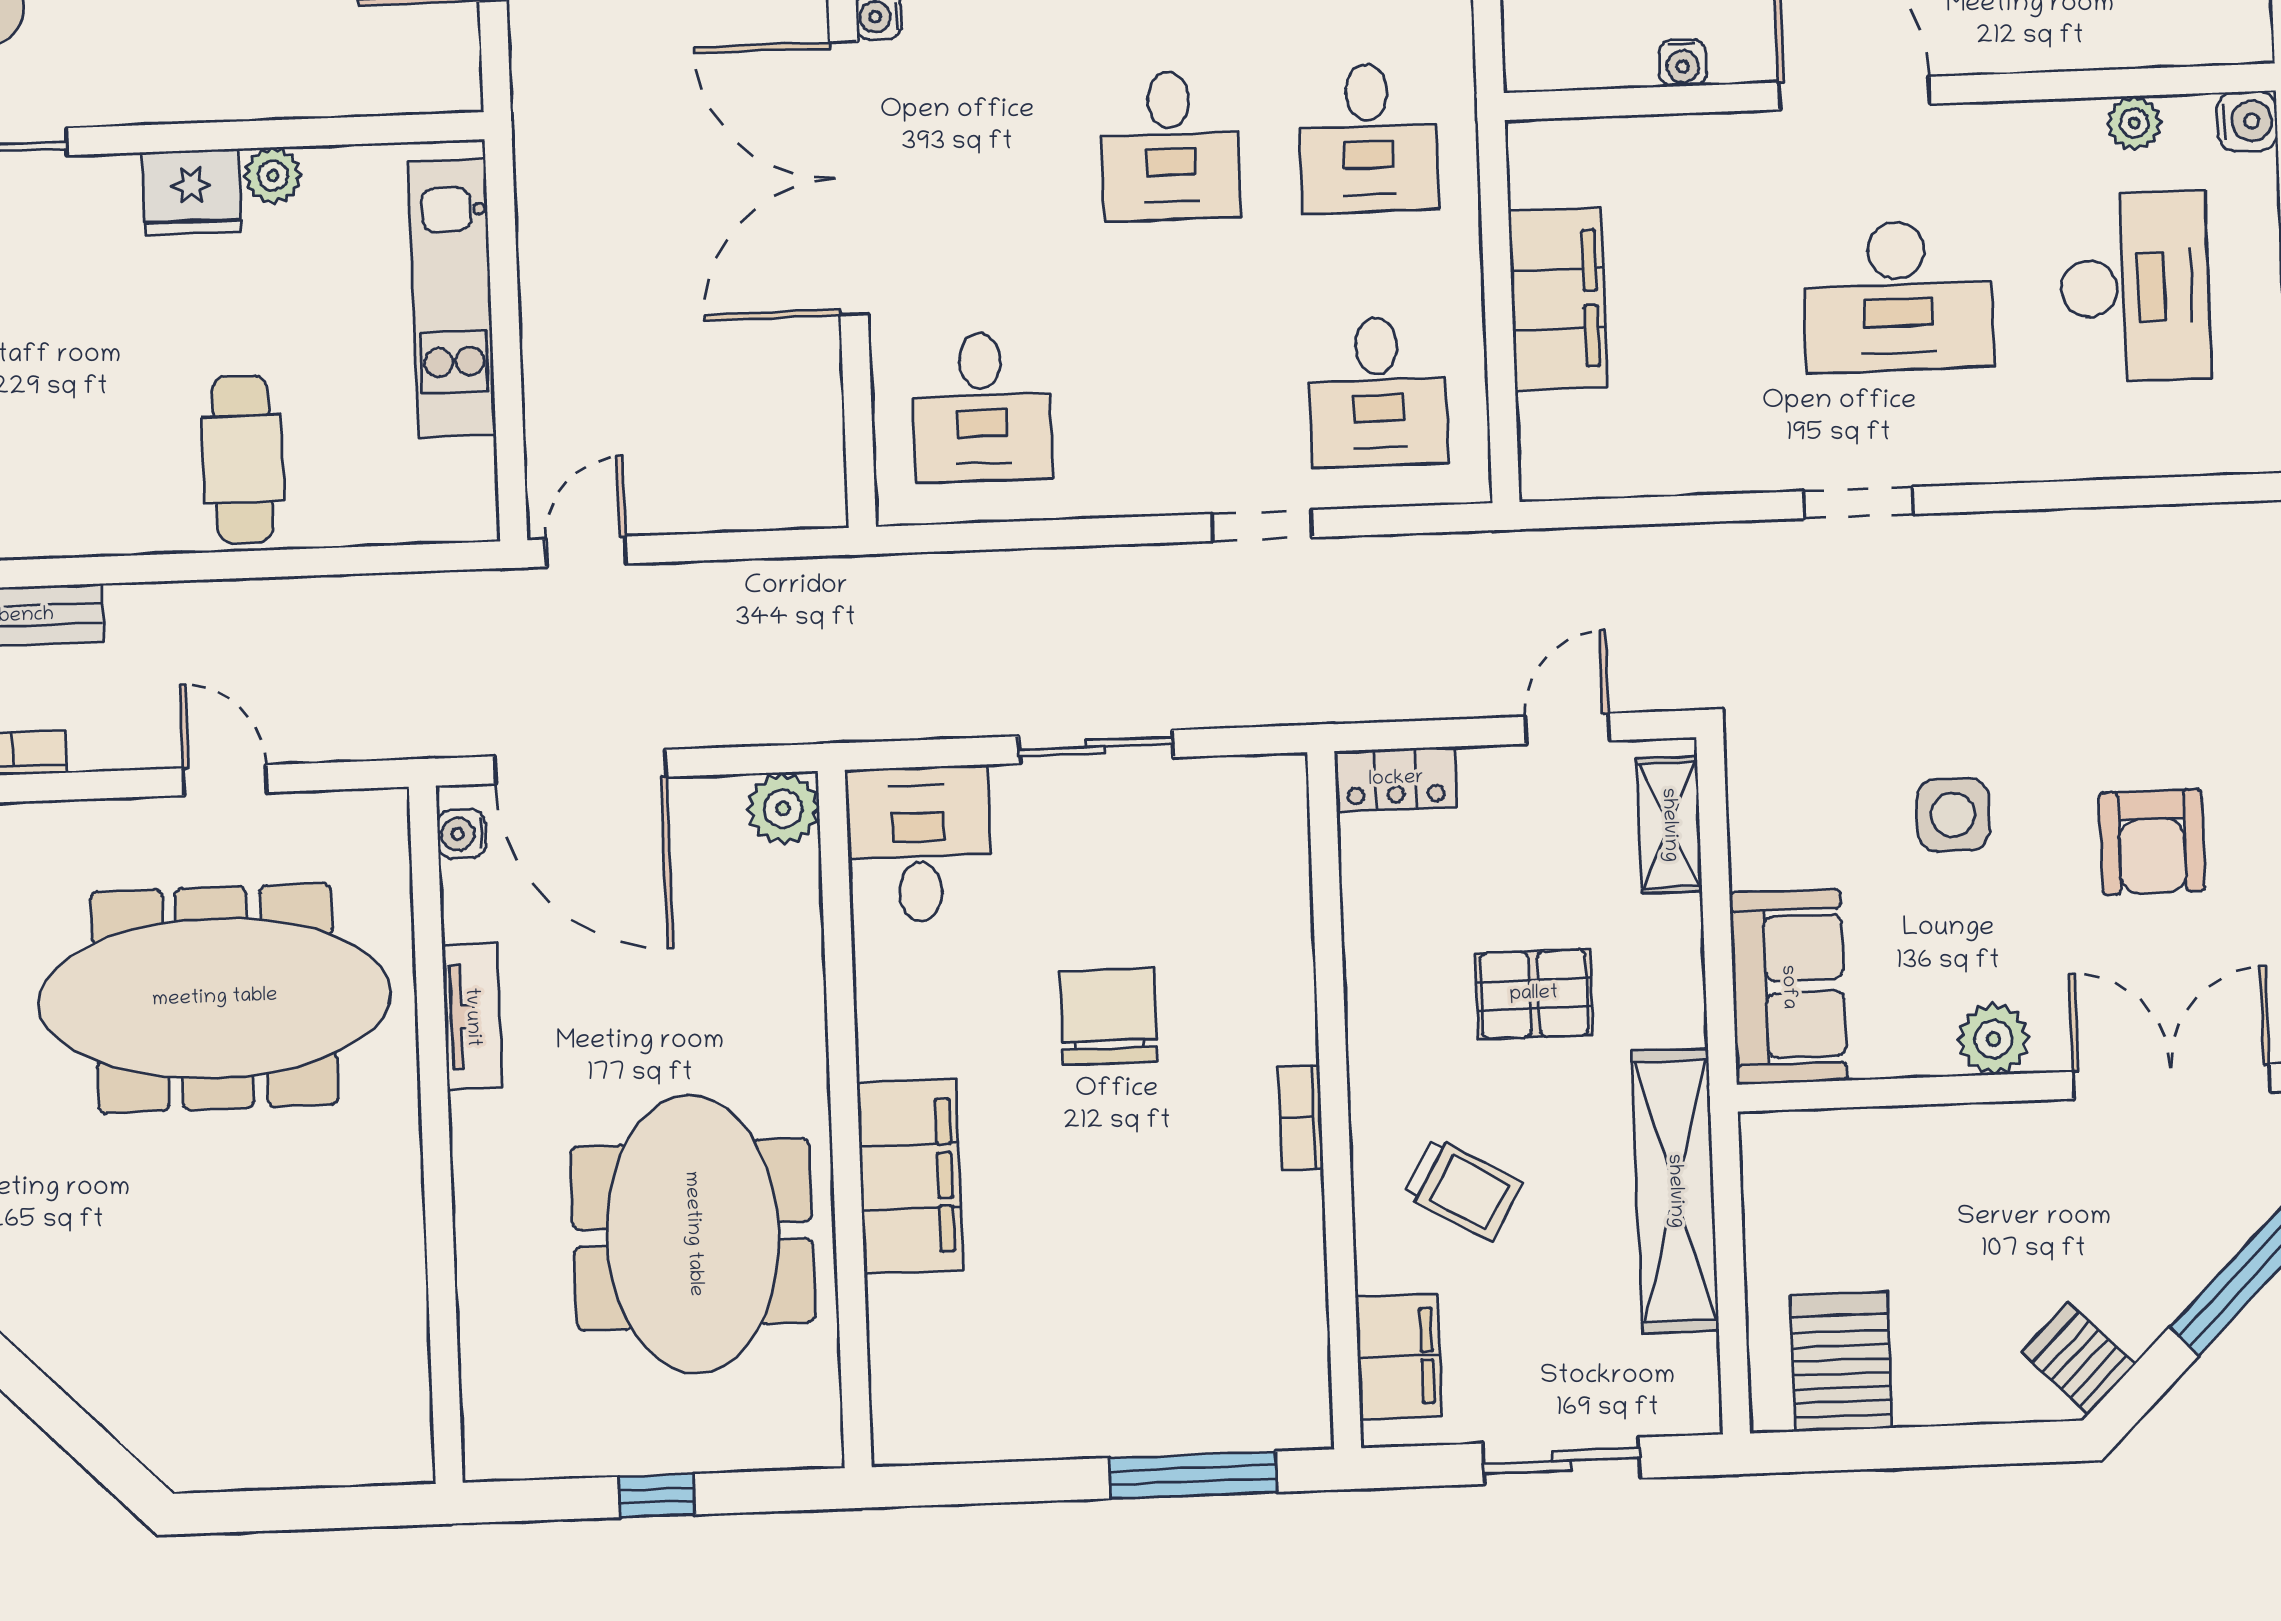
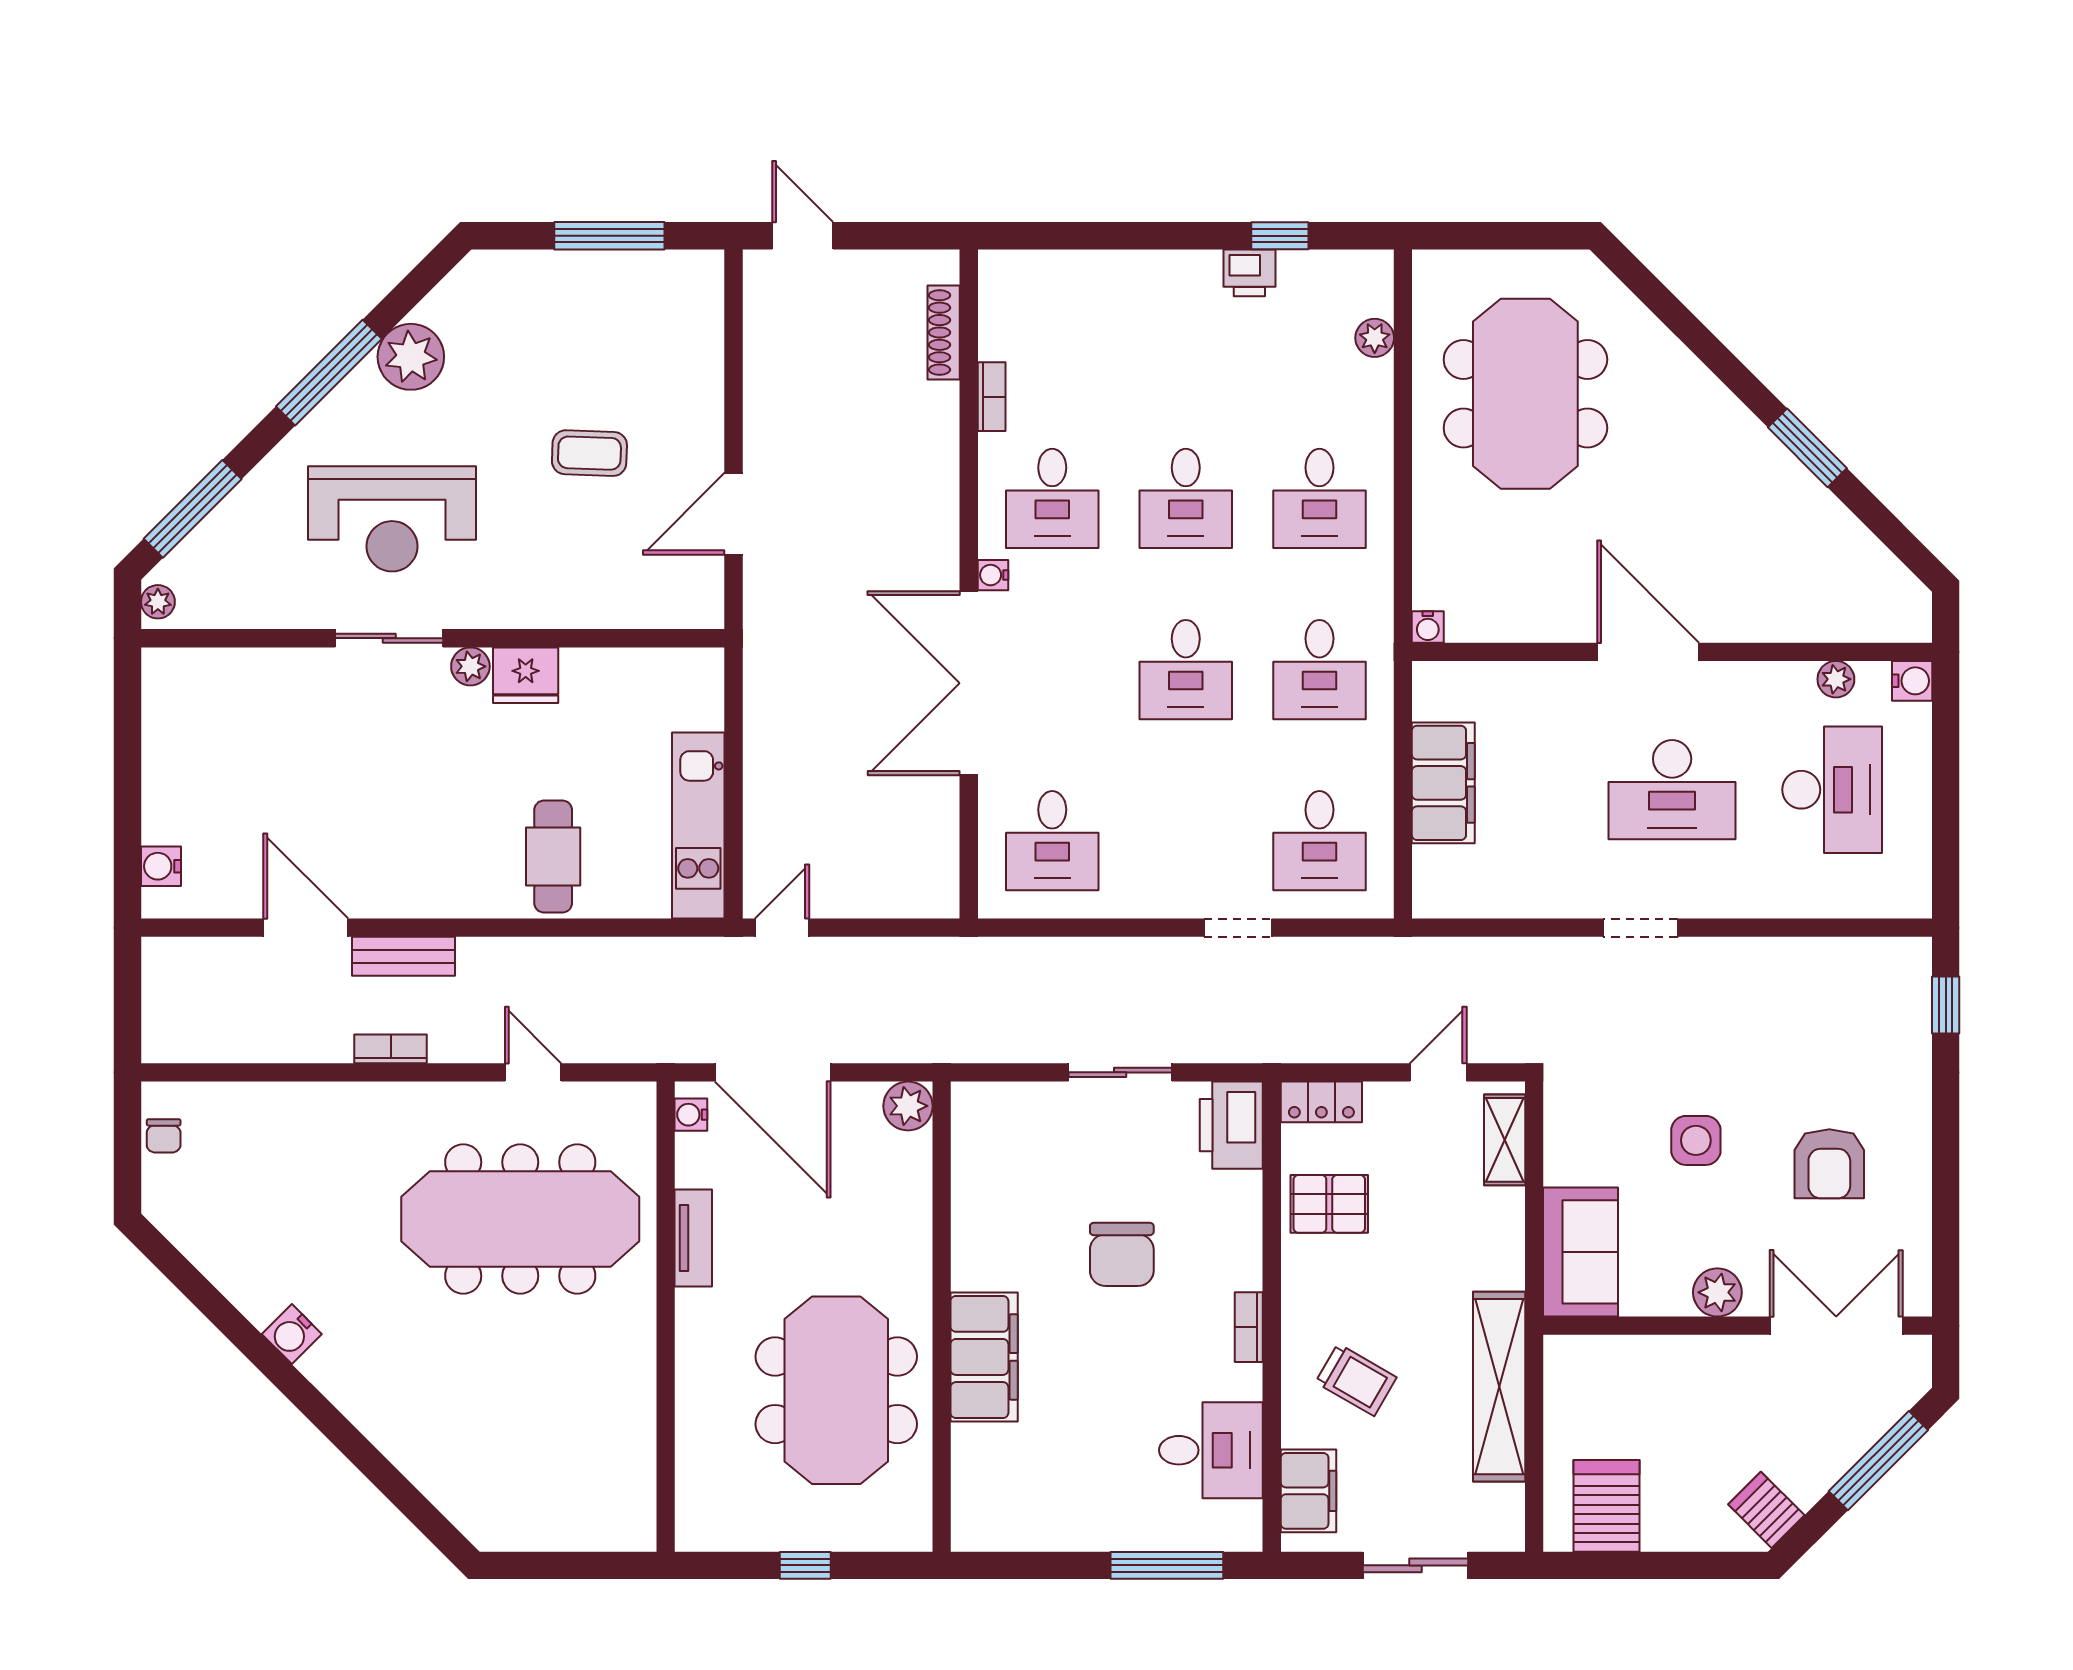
water cooler: (1683, 63) -> (1428, 627), moved
plant: (273, 176) -> (470, 666), moved
kitchen unit: (452, 298) -> (698, 826), moved
printer: (1263, 819) -> (1231, 1125), added
desk: (919, 844) -> (1211, 1450), moved, turned 90
pallet: (1534, 994) -> (1329, 1204), moved
chair: (1108, 1016) -> (1122, 1254), turned 180

